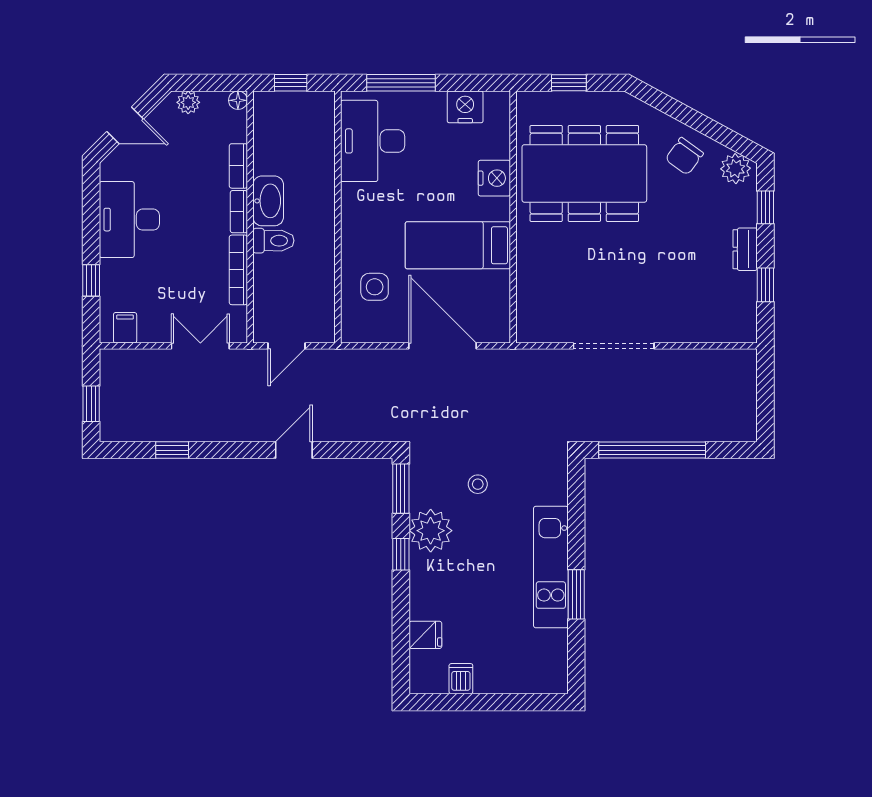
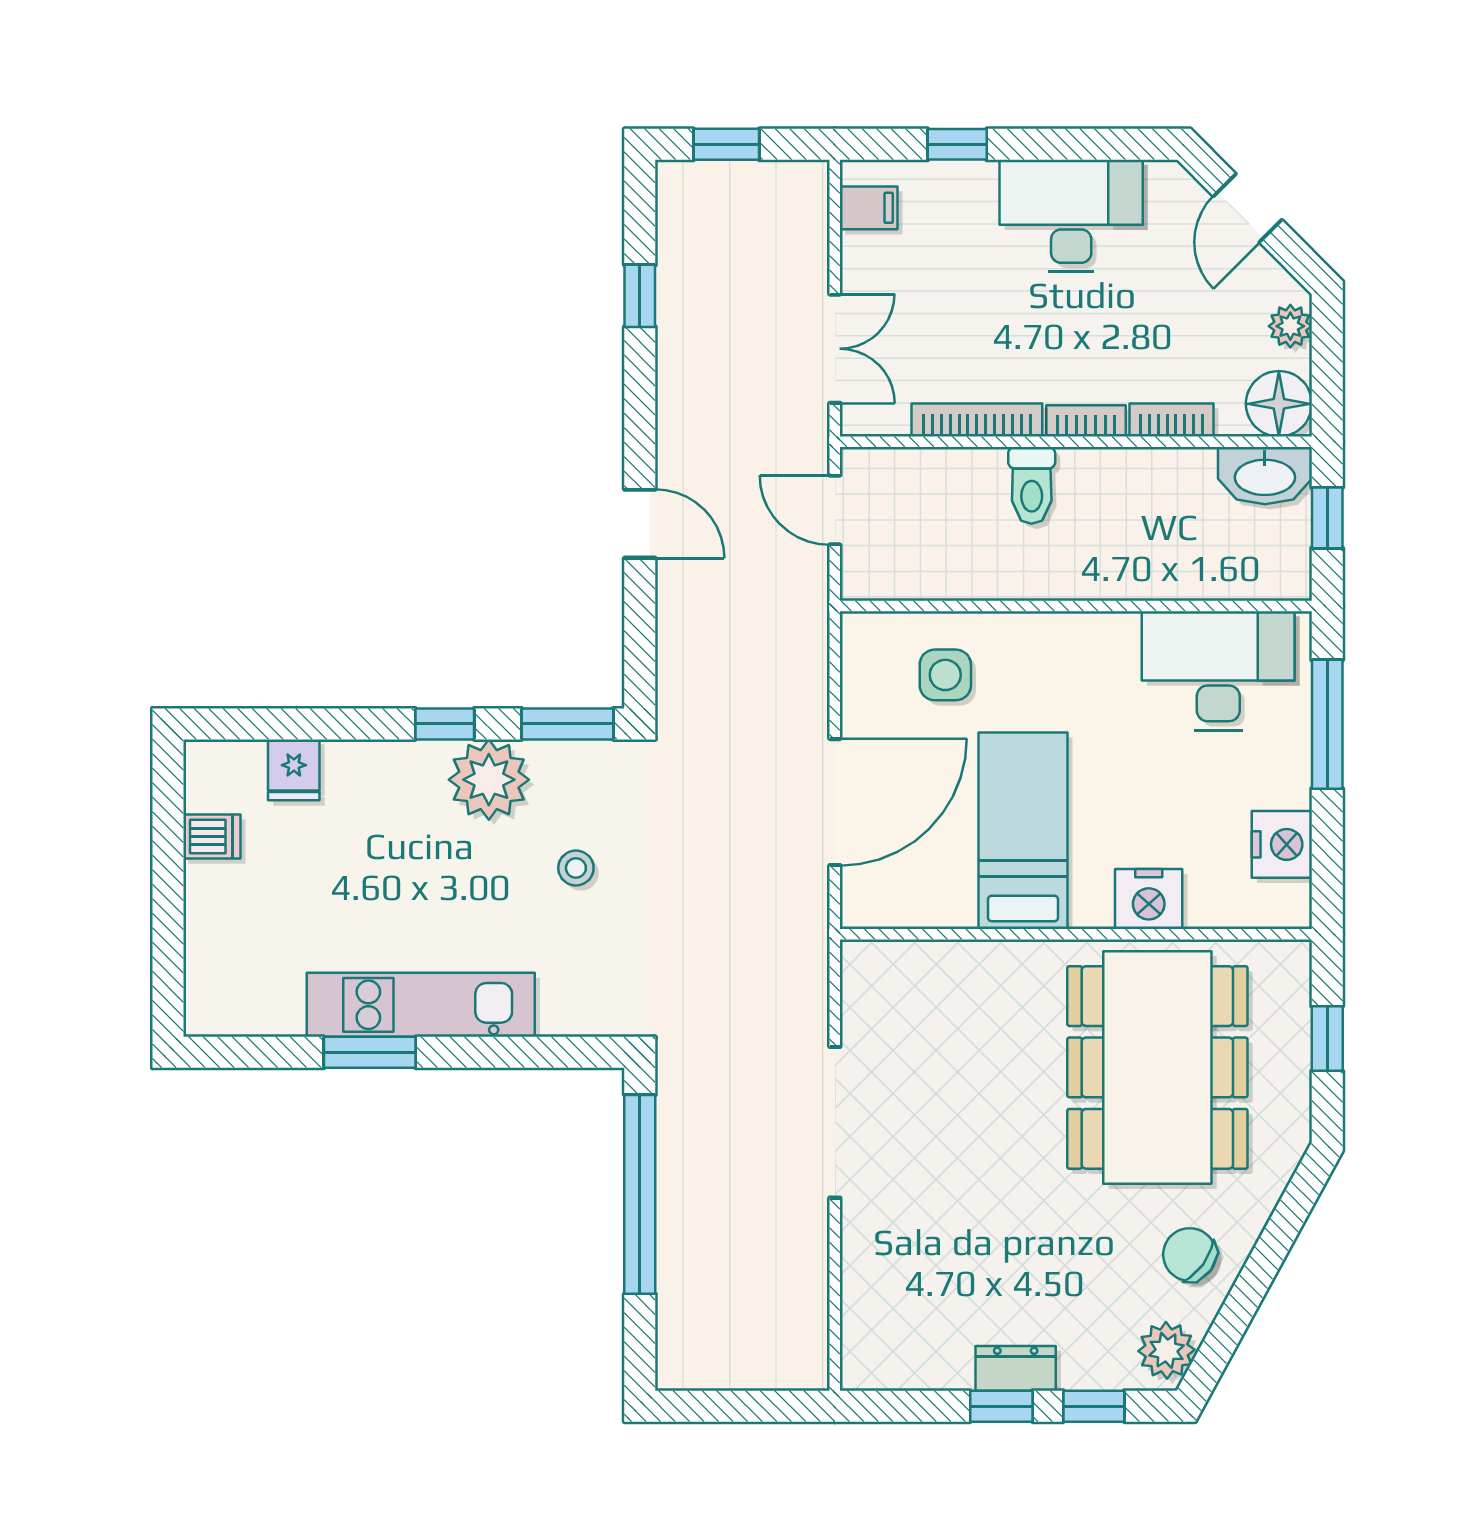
floor lamp: (238, 100) -> (1279, 404), width x1.89, depth x1.89
washbasin: (268, 201) -> (1265, 476), moved
window: (765, 285) -> (1001, 1406), moved

